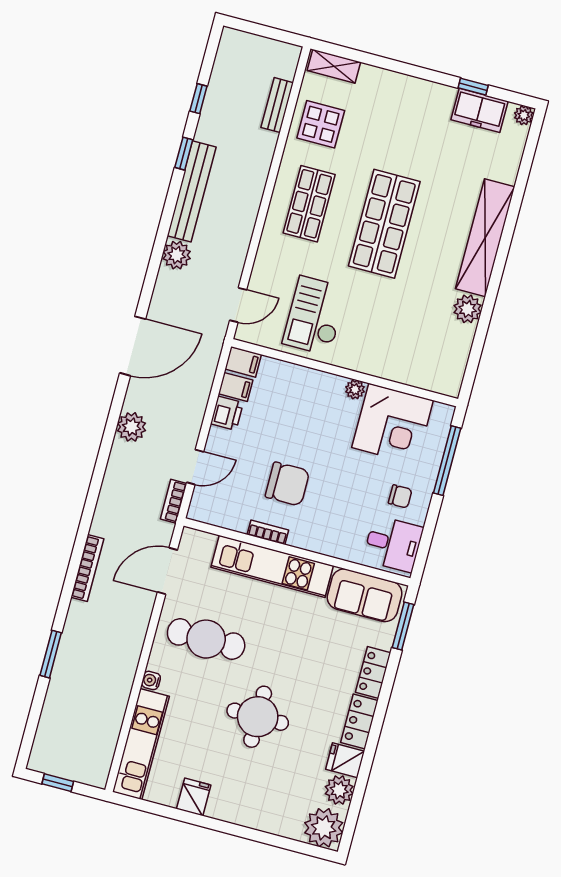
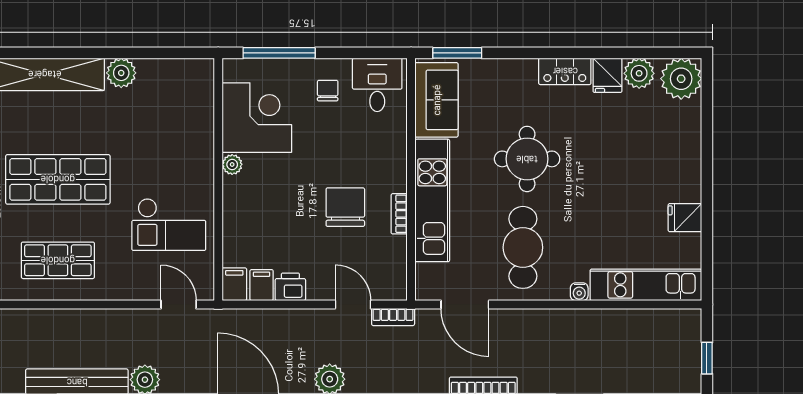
locker: (373, 672) -> (512, 71), removed
round table: (258, 717) -> (527, 159), moved

